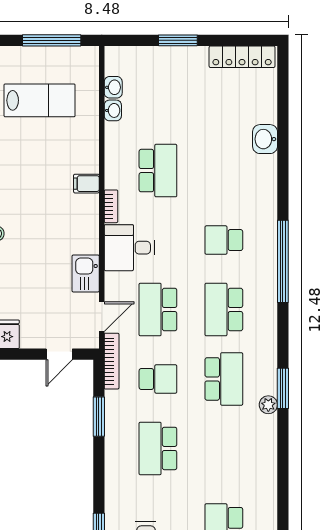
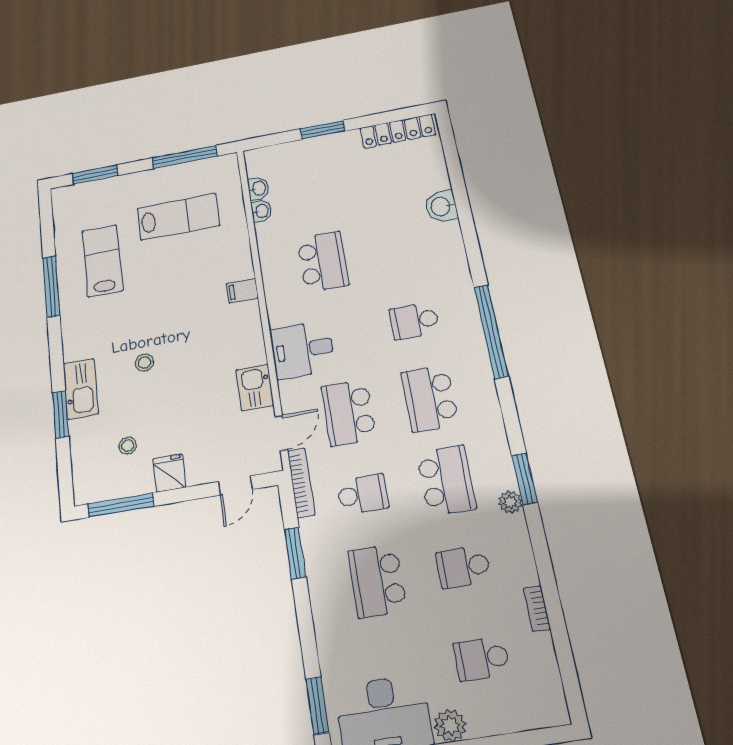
bookcase: (111, 206) -> (537, 609), moved, turned 180
school desk: (224, 448) -> (463, 567), added

